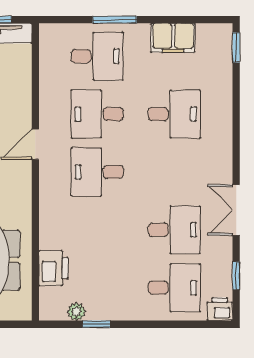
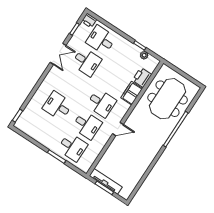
filing cabinet: (173, 38) -> (132, 93), moved, turned -90
desk: (97, 56) -> (72, 147), turned 180
desk: (174, 230) -> (87, 62), turned 180

